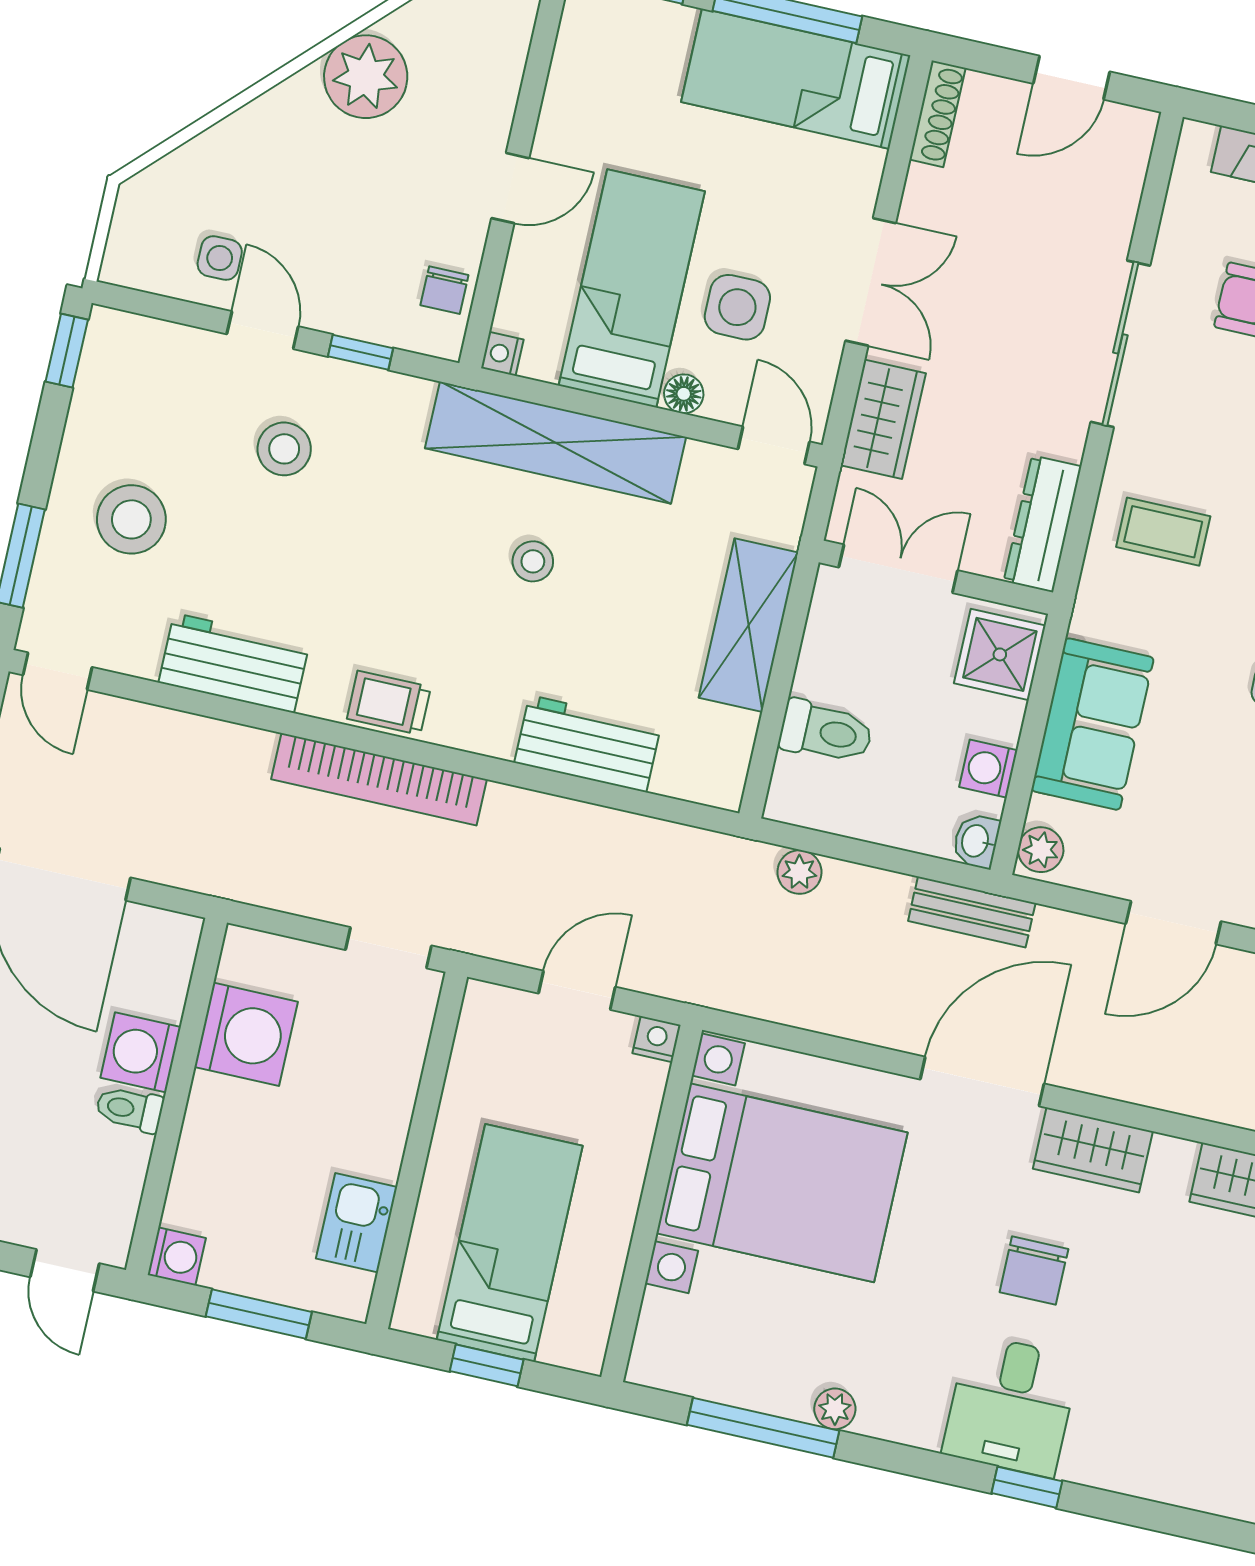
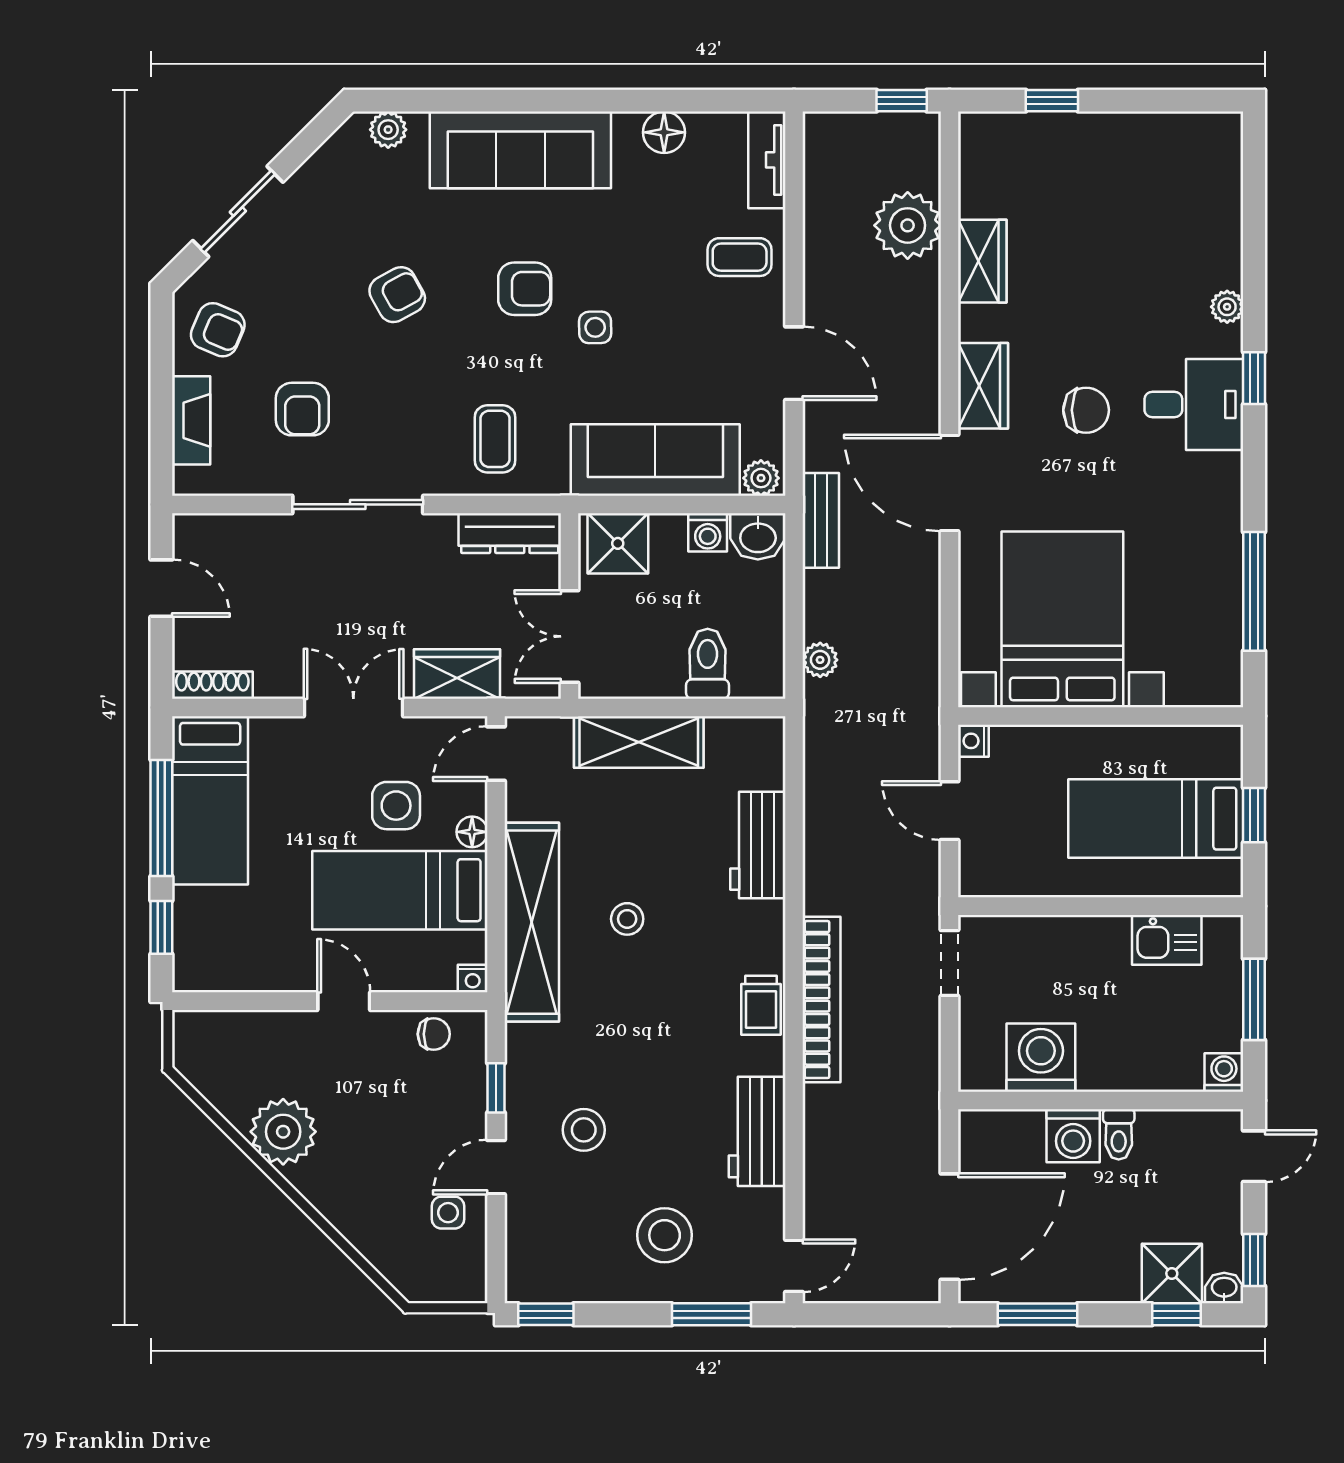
sofa: (1092, 724) -> (655, 460), width x1.36
washbasin: (976, 841) -> (758, 536), width x1.38, depth x1.45
plant: (835, 1409) -> (1227, 307), moved

